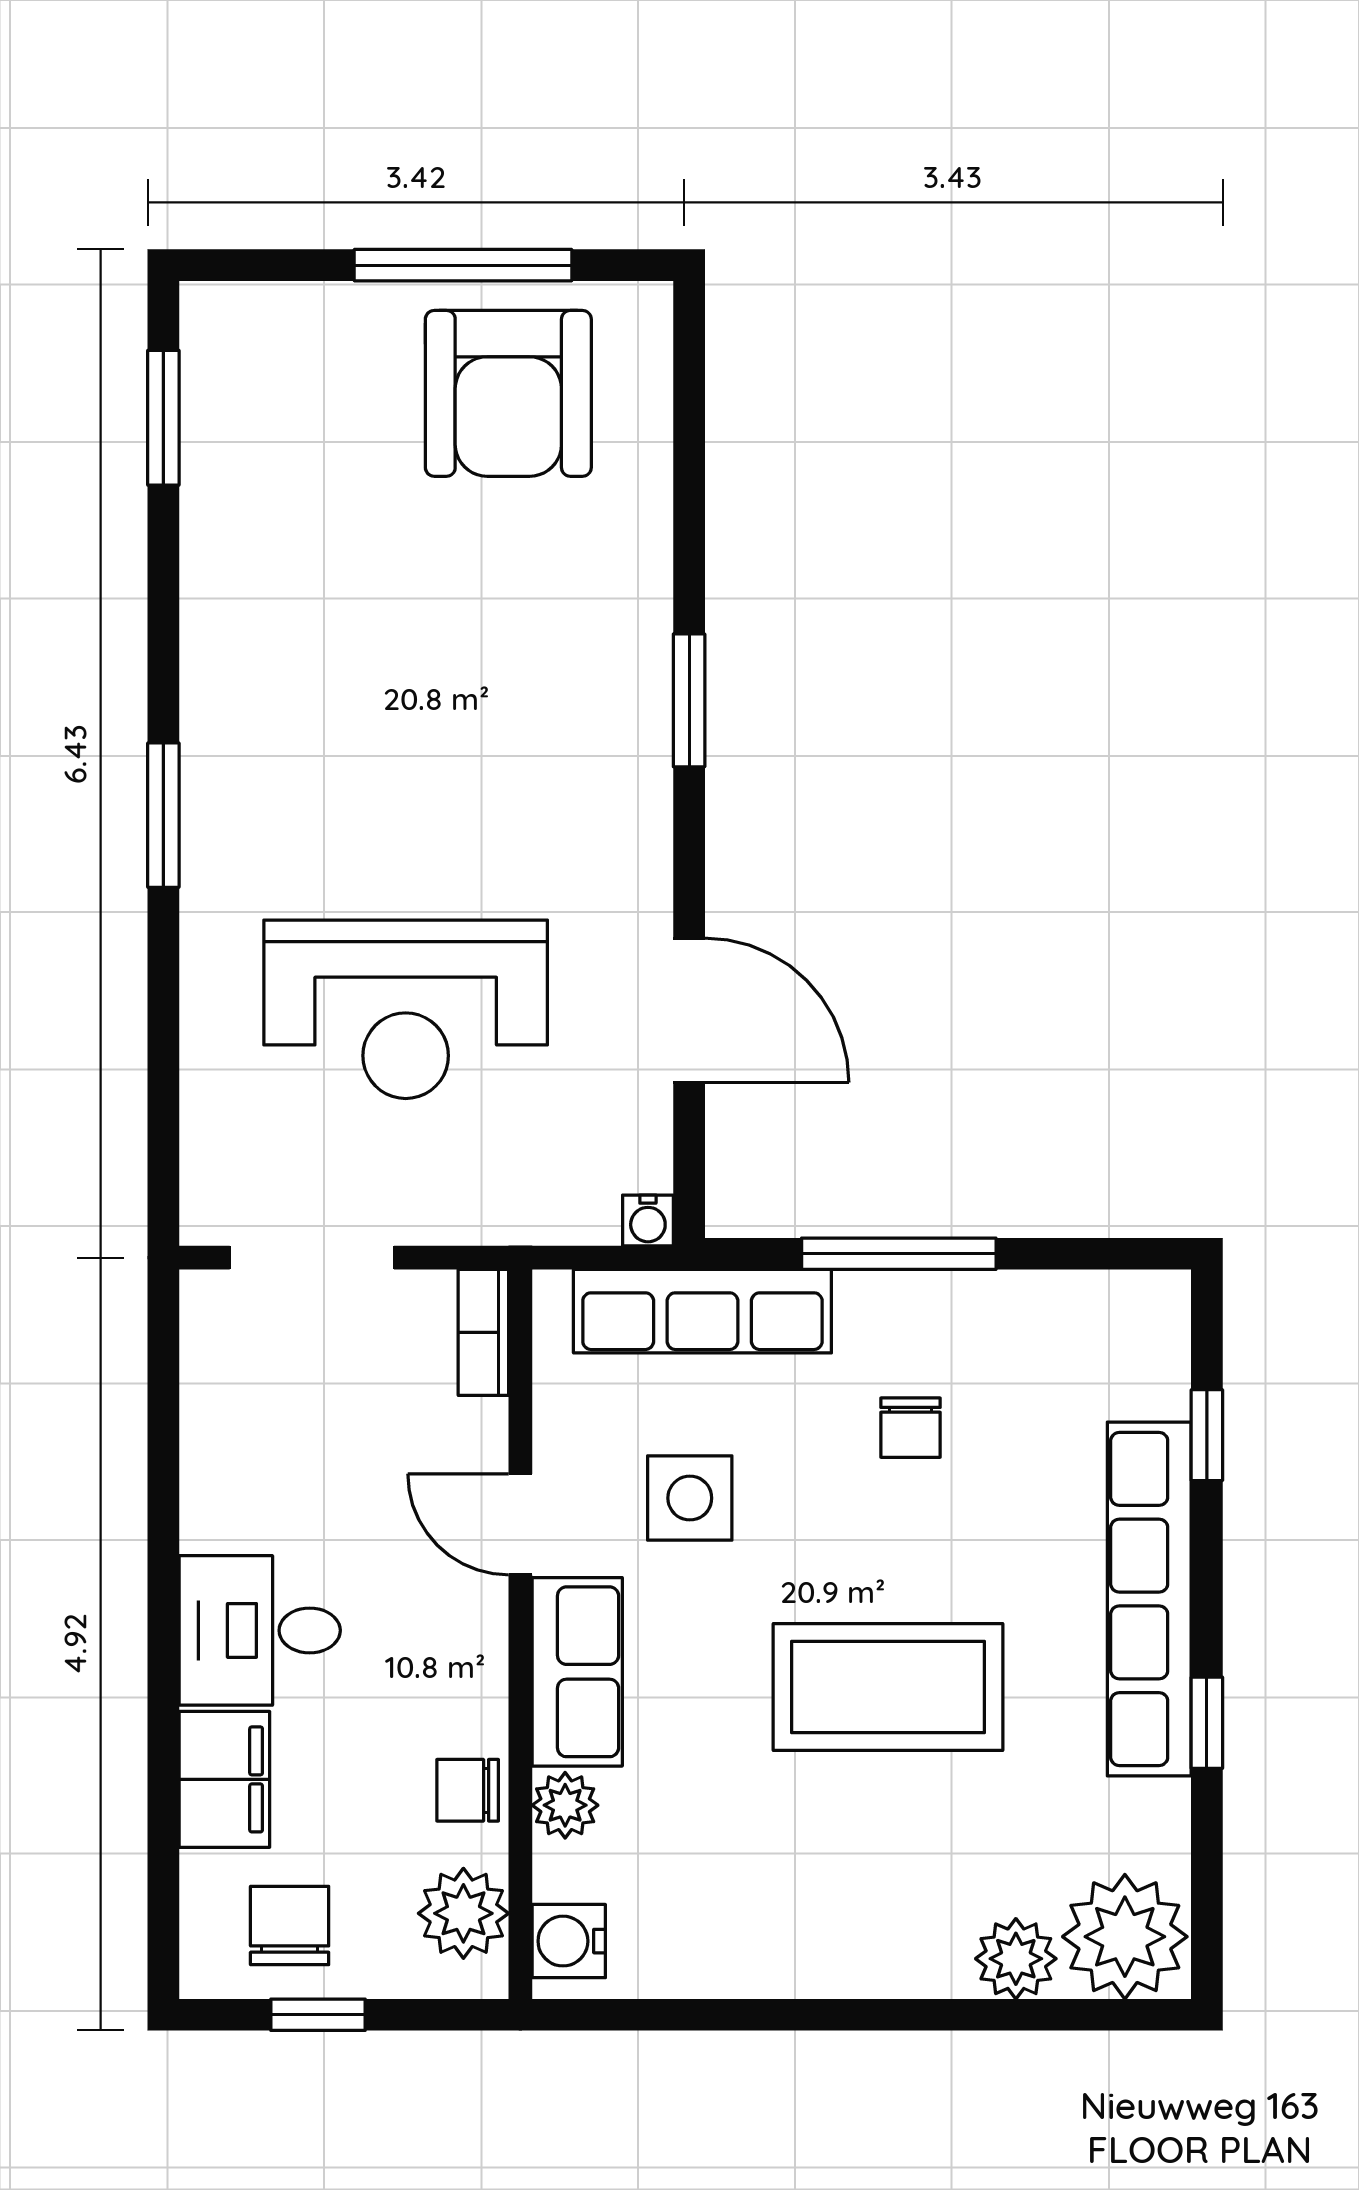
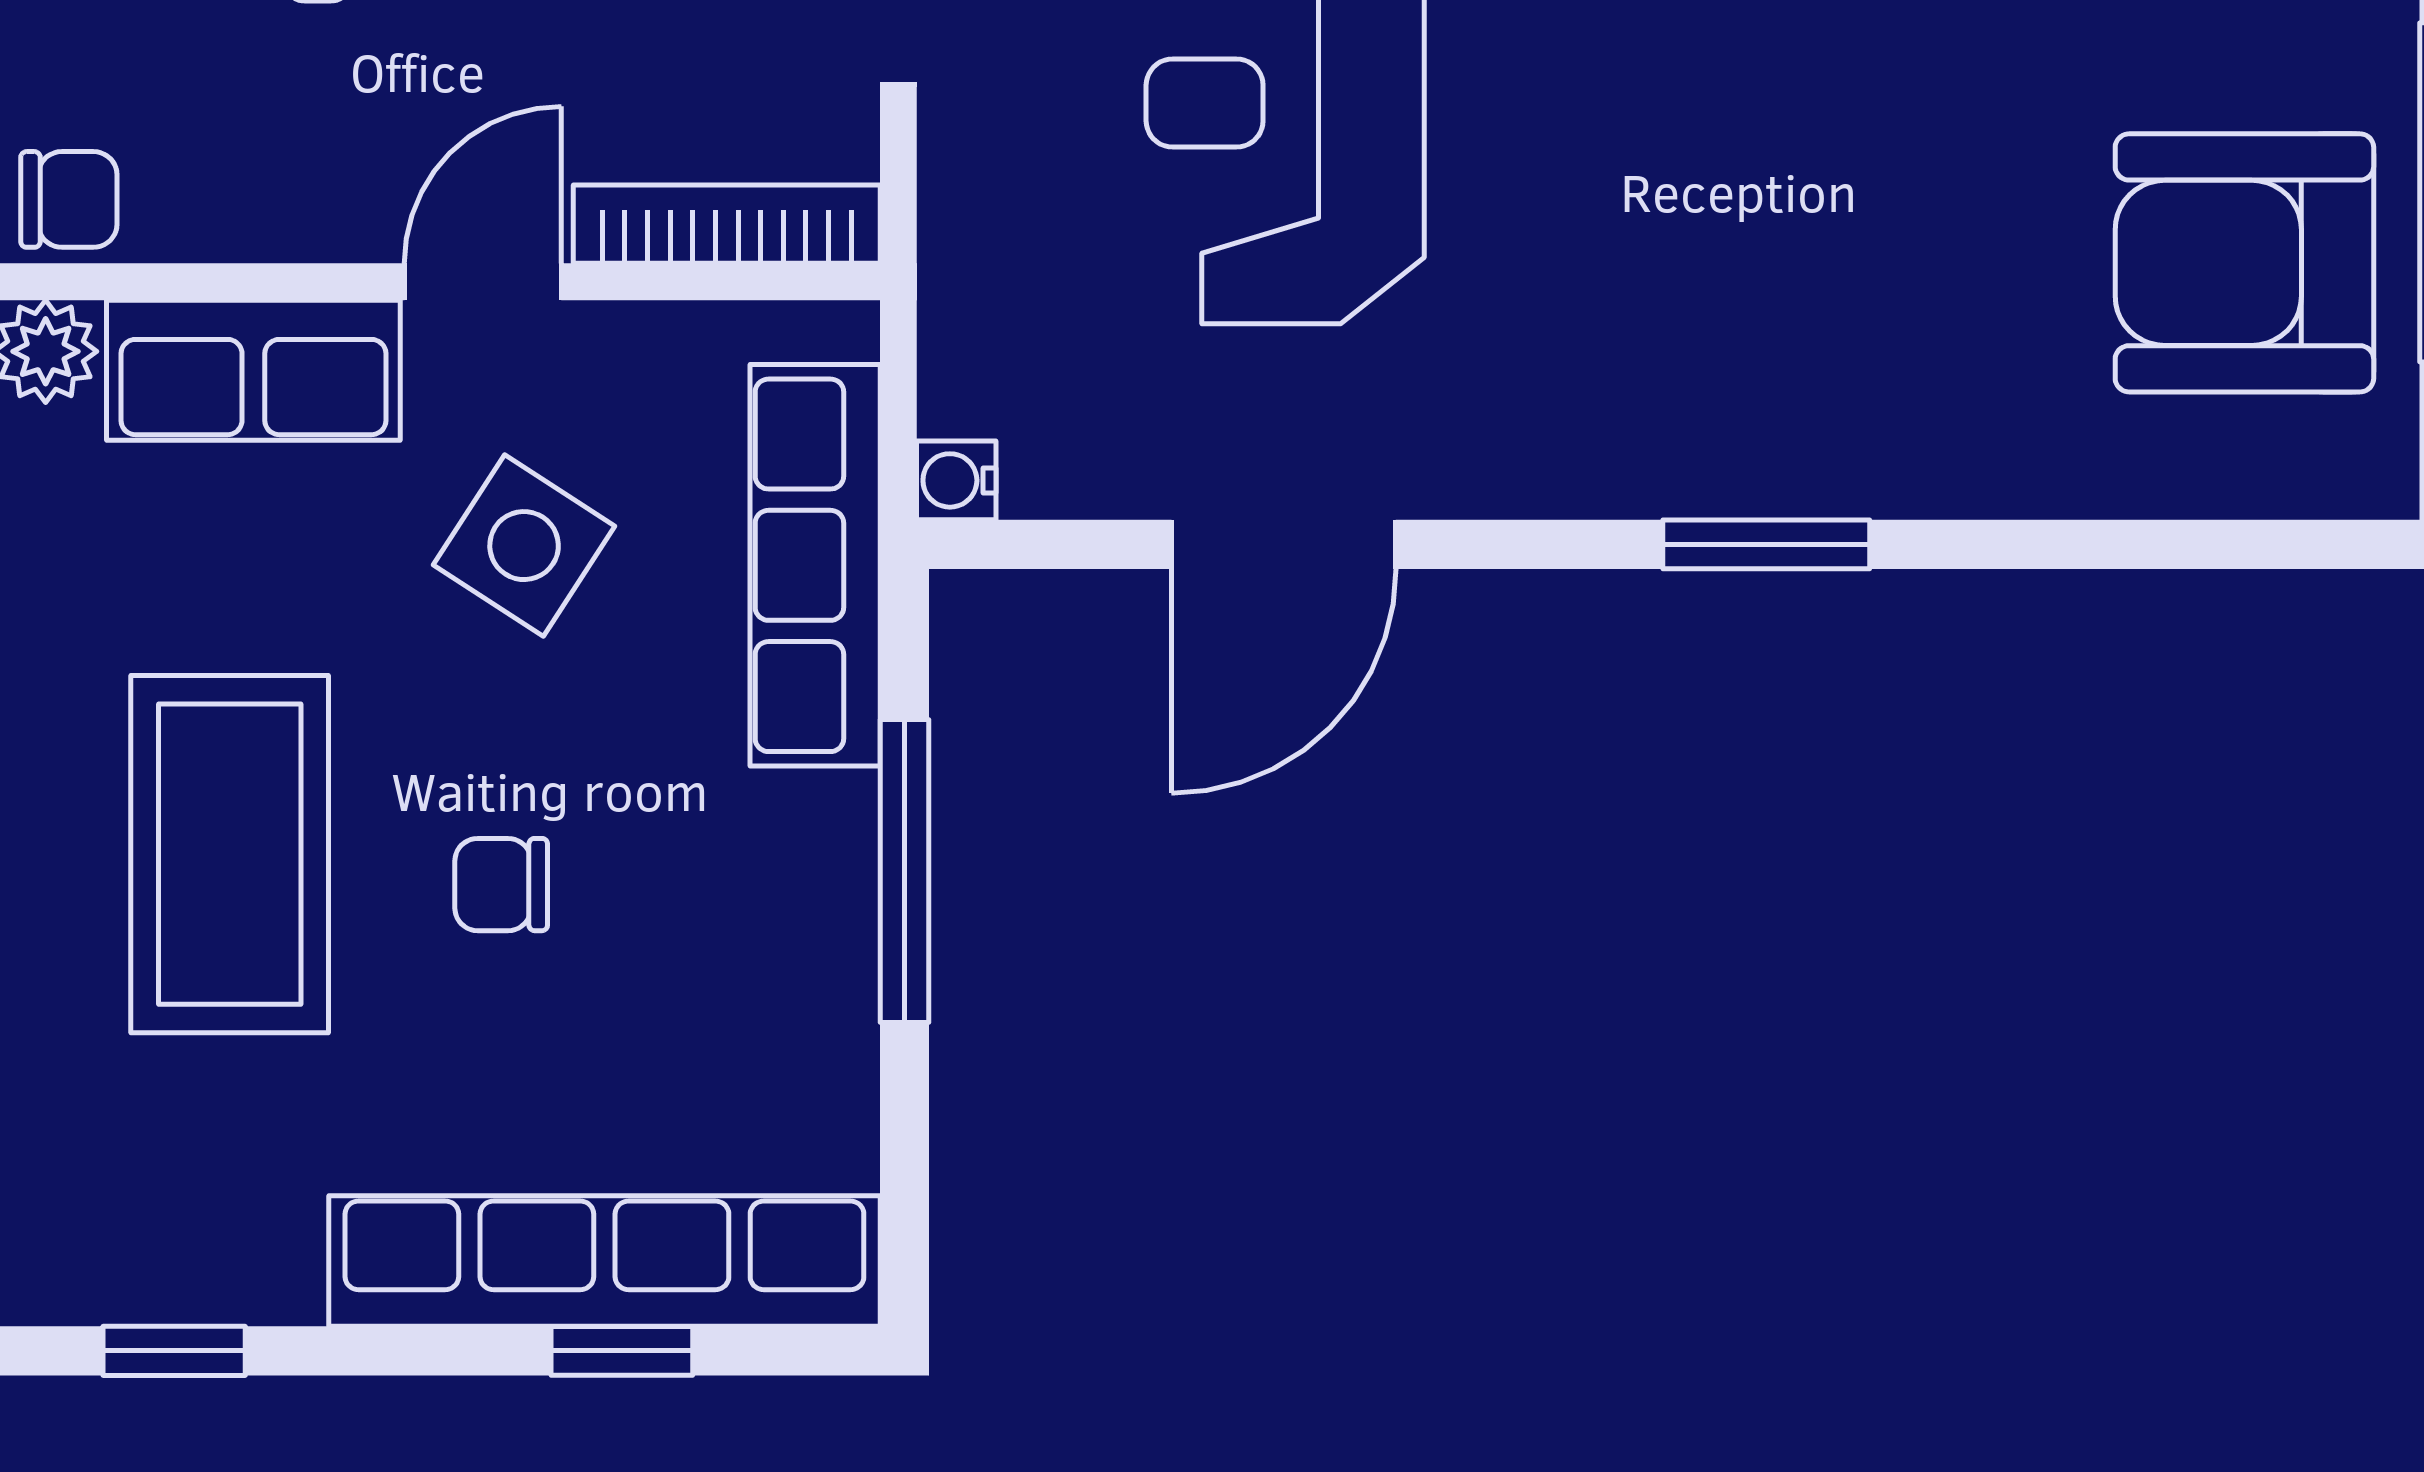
bookcase: (483, 1332) -> (727, 224), width x1.56
chair: (910, 1428) -> (501, 885), moved
side table: (690, 1498) -> (524, 546), turned 33
row of seats: (1149, 1599) -> (604, 1261), moved
chair: (468, 1790) -> (69, 199), turned 90

